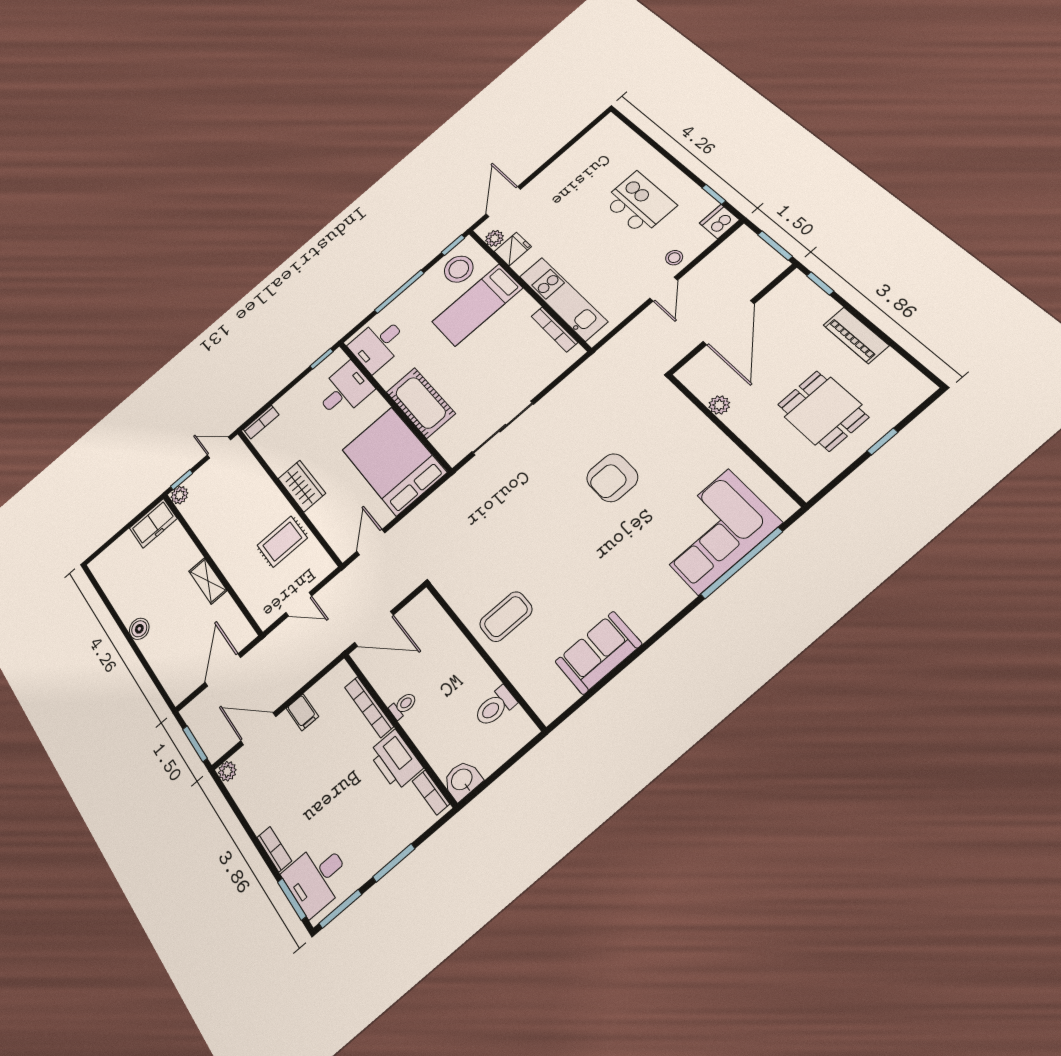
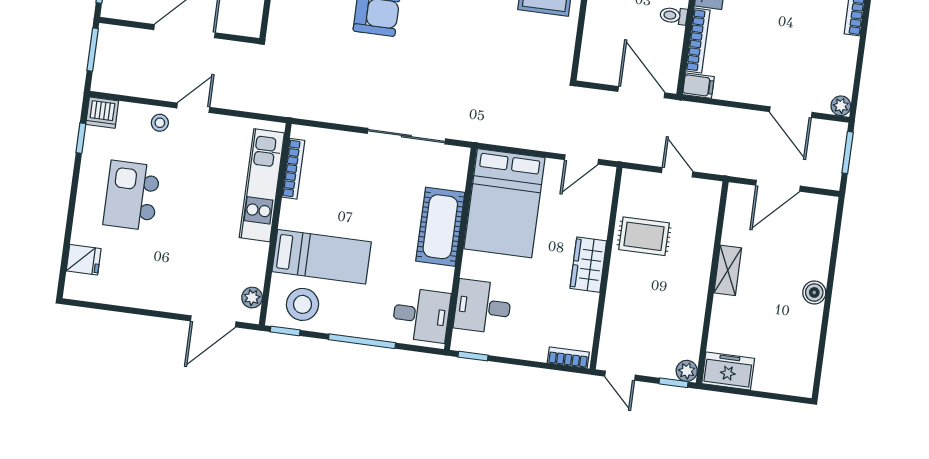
fridge: (513, 249) -> (84, 260), moved, turned 180
filing cabinet: (302, 712) -> (698, 86), moved, turned 90

